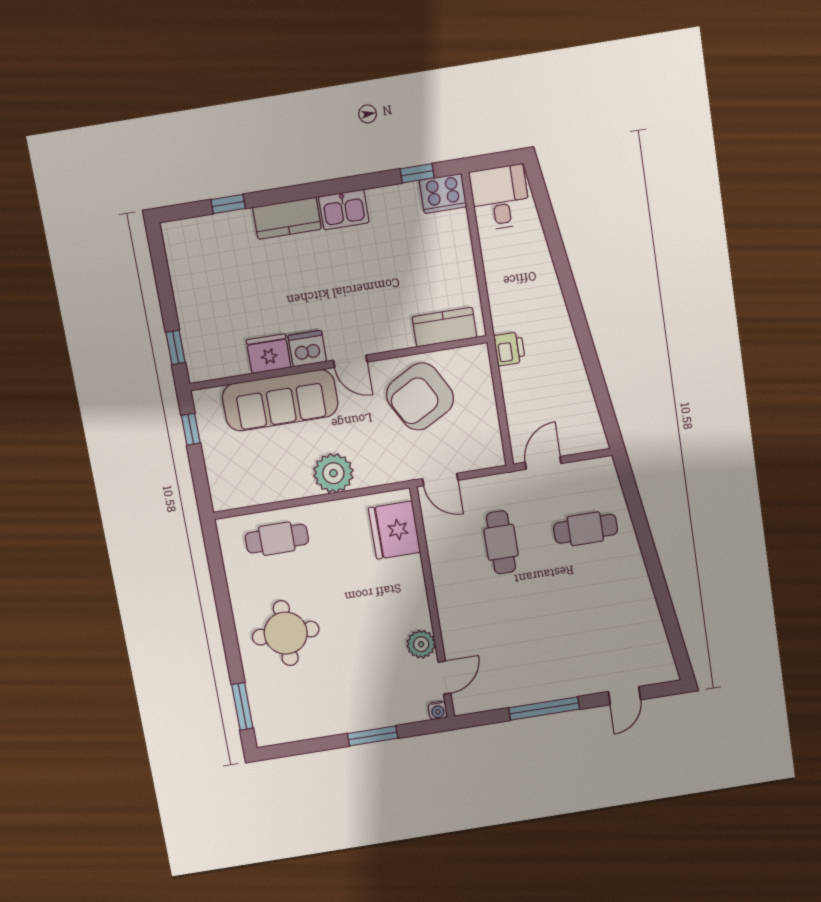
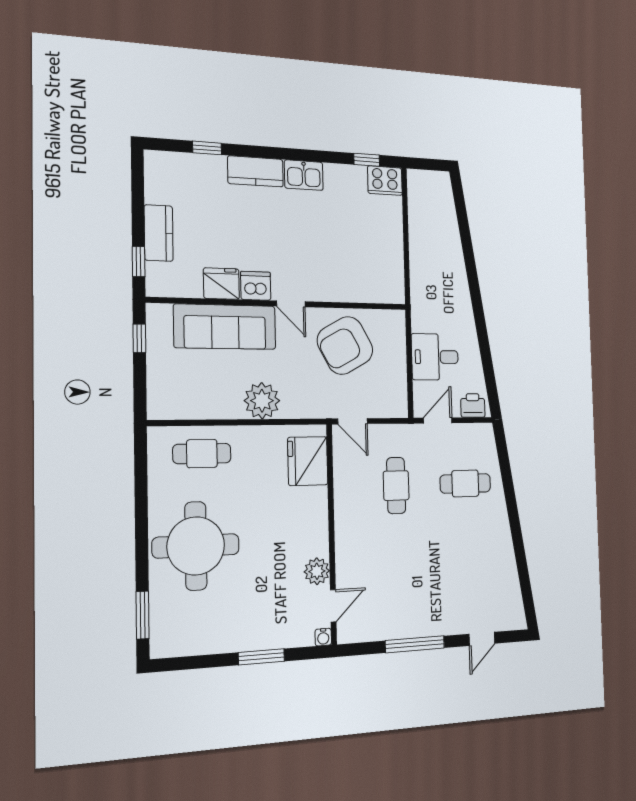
desk: (500, 198) -> (435, 357), moved, turned -90
kitchen counter: (444, 327) -> (159, 233), moved, turned 90
printer: (509, 349) -> (473, 406), moved, turned -90
round table: (286, 633) -> (196, 546), width x1.36, depth x1.36

